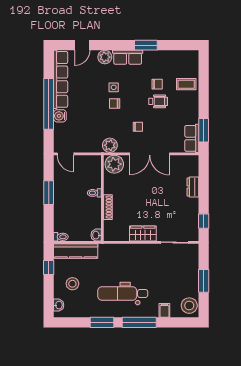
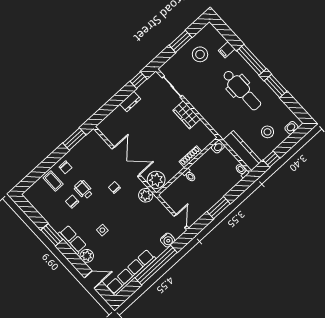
chair: (115, 103) -> (65, 167), moved
water cooler: (60, 116) -> (168, 240), moved
row of seats: (192, 138) -> (88, 142), removed
dresser: (193, 187) -> (130, 102), moved
stool: (189, 306) -> (200, 54), moved

